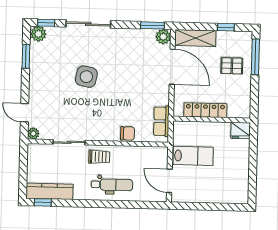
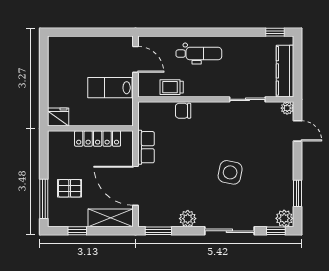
plant: (163, 37) -> (188, 219), moved
row of seats: (161, 121) -> (146, 147), moved
trolley: (99, 157) -> (172, 87), moved
dental chair: (112, 185) -> (199, 54), turned 180
kitchen counter: (49, 191) -> (285, 71), moved, turned 90

